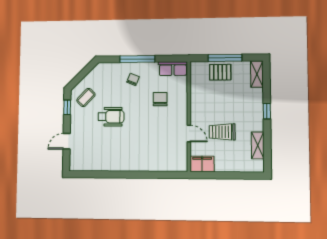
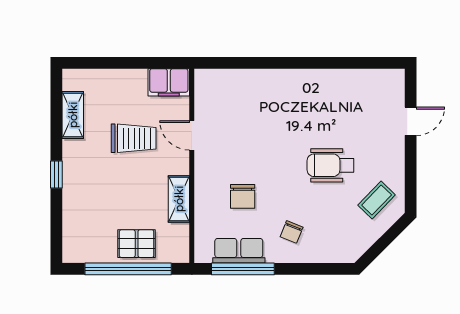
window: (225, 58) -> (128, 269), width x1.46
window: (137, 59) -> (243, 269), moved
row of seats: (173, 69) -> (239, 251), moved
shelving: (257, 74) -> (179, 199), moved
window: (67, 107) -> (411, 182), removed

